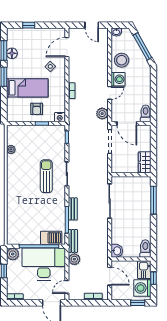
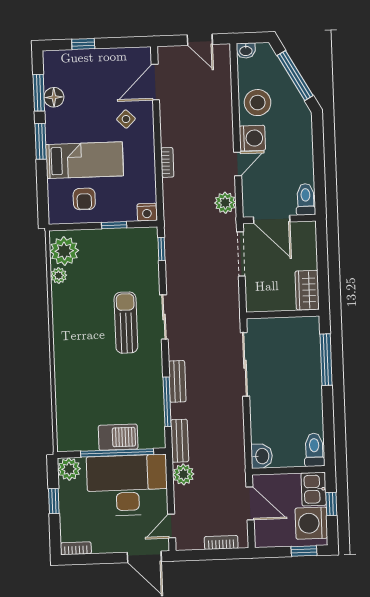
armchair: (37, 109) -> (84, 199), moved
plant: (14, 136) -> (64, 251), added
barbecue: (51, 238) -> (118, 437), moved

